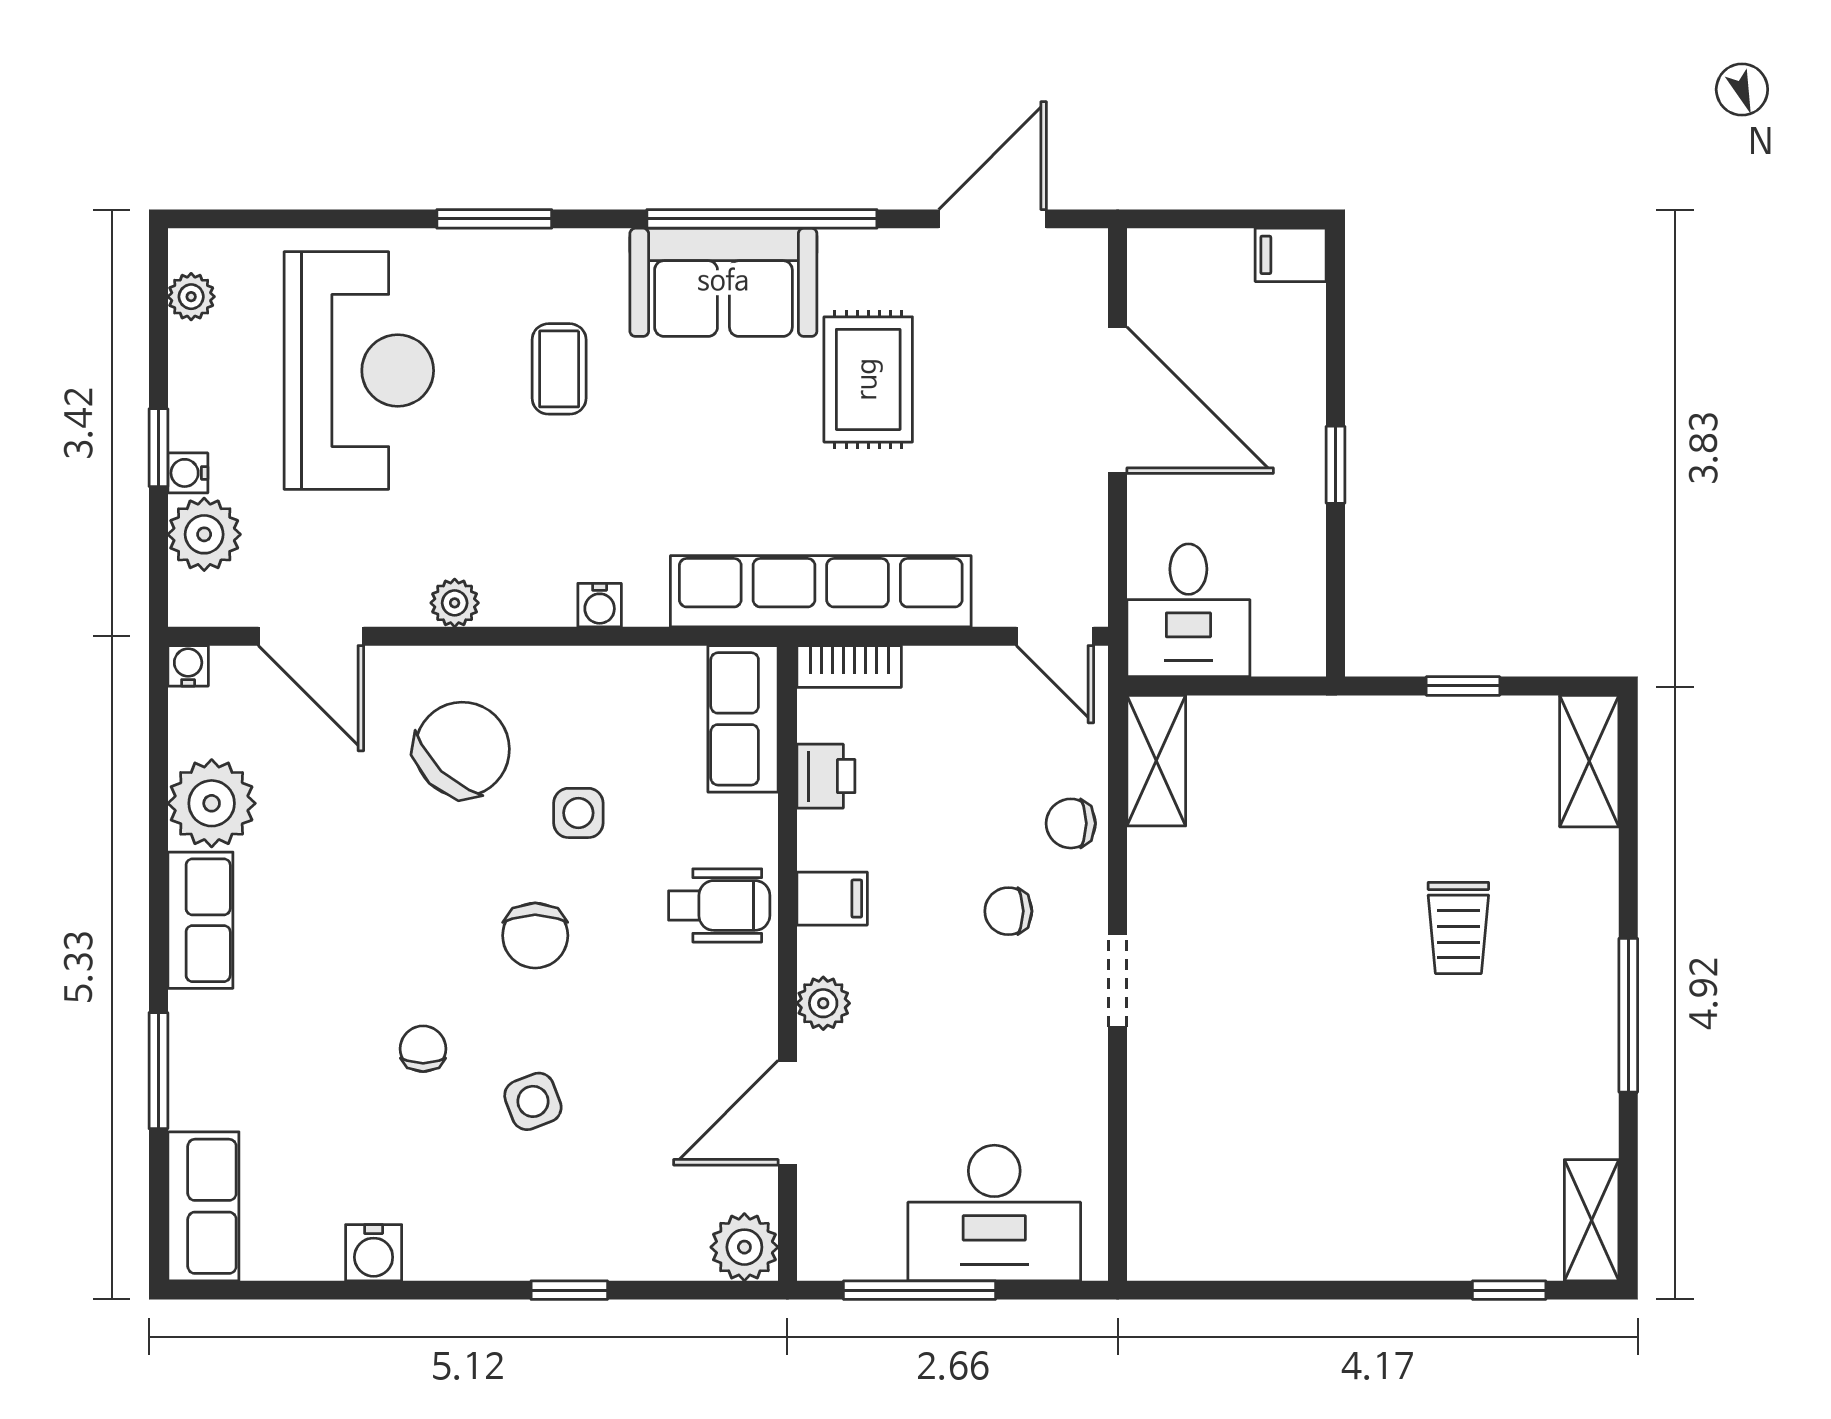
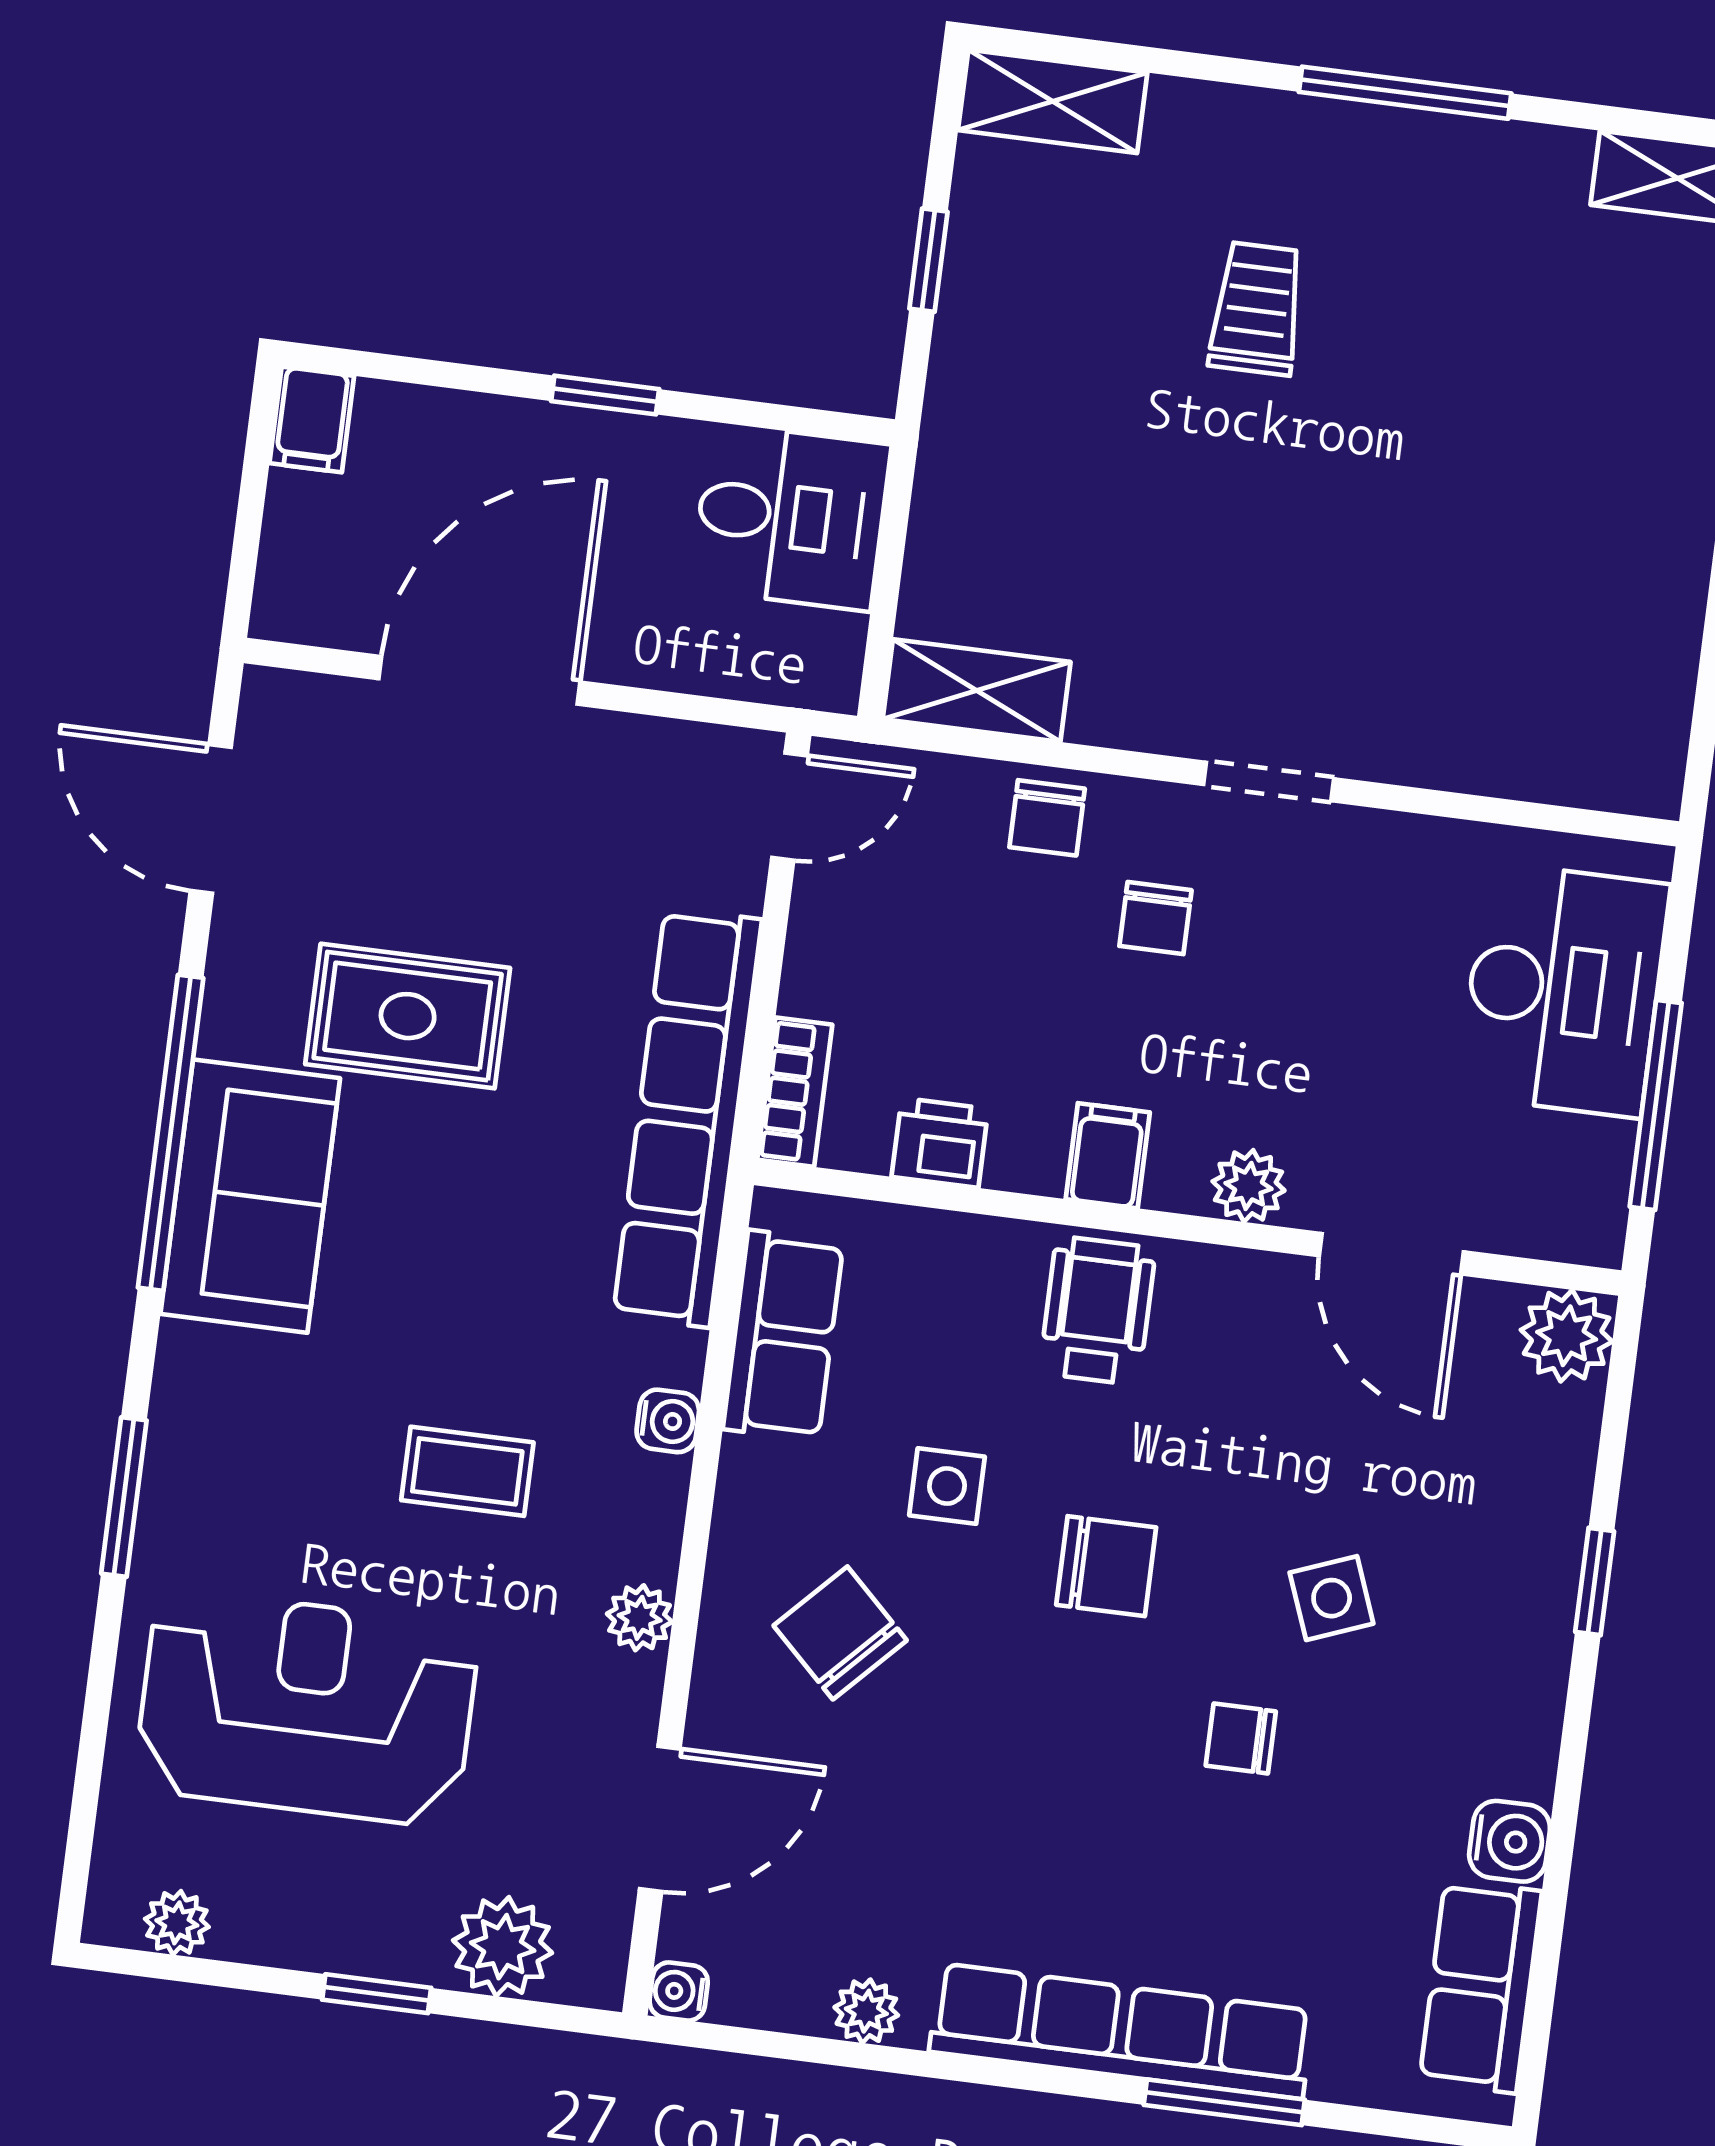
coffee table: (559, 369) -> (467, 1471), moved
water cooler: (188, 473) -> (416, 1958), removed
desk: (1188, 610) -> (791, 517), moved
row of seats: (743, 719) -> (783, 1335), moved, turned -90
chair: (462, 749) -> (840, 1633), width x0.73, depth x0.73
plant: (212, 803) -> (866, 2011), width x0.53, depth x0.53
row of seats: (200, 920) -> (1121, 2031), width x2.02
trolley: (1458, 928) -> (1257, 309), turned -90
row of seats: (203, 1206) -> (1481, 1986), moved, turned -90

